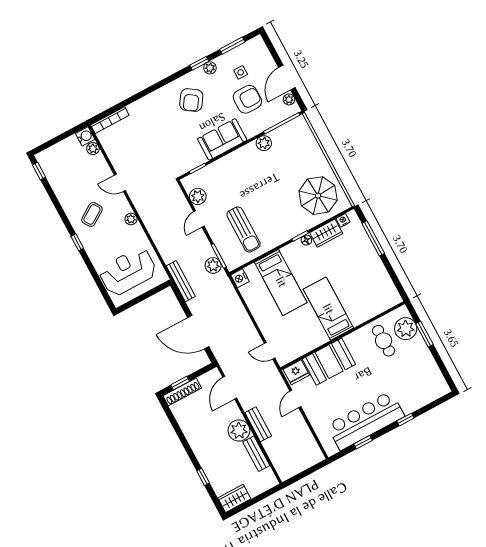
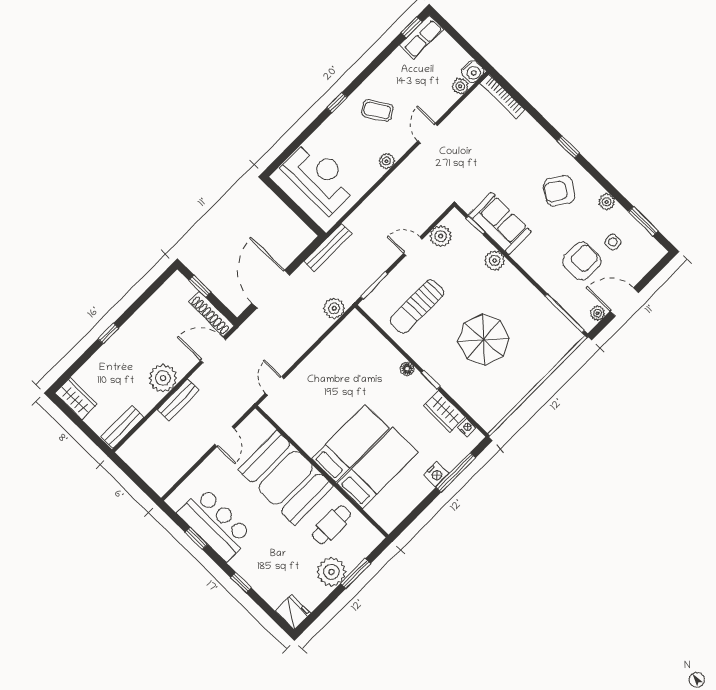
window: (199, 63) -> (568, 147), moved
armchair: (247, 99) -> (582, 261), turned -90
sofa: (222, 139) -> (500, 223), moved
plant: (264, 143) -> (495, 260), moved
row of seats: (48, 166) -> (421, 37), added
parasol: (318, 196) -> (484, 340), moved
floor lamp: (306, 240) -> (407, 369), moved
plant: (213, 265) -> (334, 308), moved
nightstand: (240, 278) -> (436, 474), moved, turned 180
bed: (281, 282) -> (378, 468), moved, turned 180
plant: (406, 329) -> (331, 572), moved
booth: (329, 362) -> (286, 478), width x1.36, depth x1.42
fridge: (296, 372) -> (293, 612), moved, turned 180
shoe rack: (182, 392) -> (211, 314), moved
door: (295, 399) -> (224, 437), swing flipped
bar counter: (366, 421) -> (215, 524), width x0.73
bench: (256, 454) -> (122, 427), moved
window: (203, 477) -> (108, 334), moved

